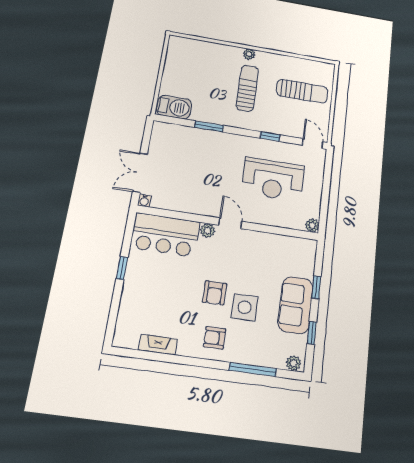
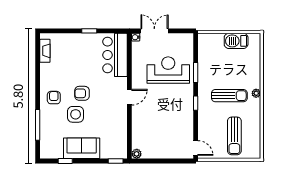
barbecue: (174, 107) -> (236, 41), moved, turned 90
window: (270, 137) -> (196, 103), moved
door: (313, 144) -> (196, 148), hinge flipped
reception desk: (273, 179) -> (168, 70), moved, turned 90
plant: (208, 231) -> (122, 83), removed
window: (316, 287) -> (116, 161), moved
fireplace: (158, 345) -> (45, 51), moved
plant: (293, 363) -> (45, 151), removed

